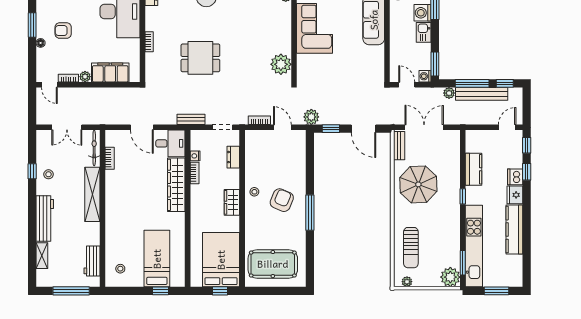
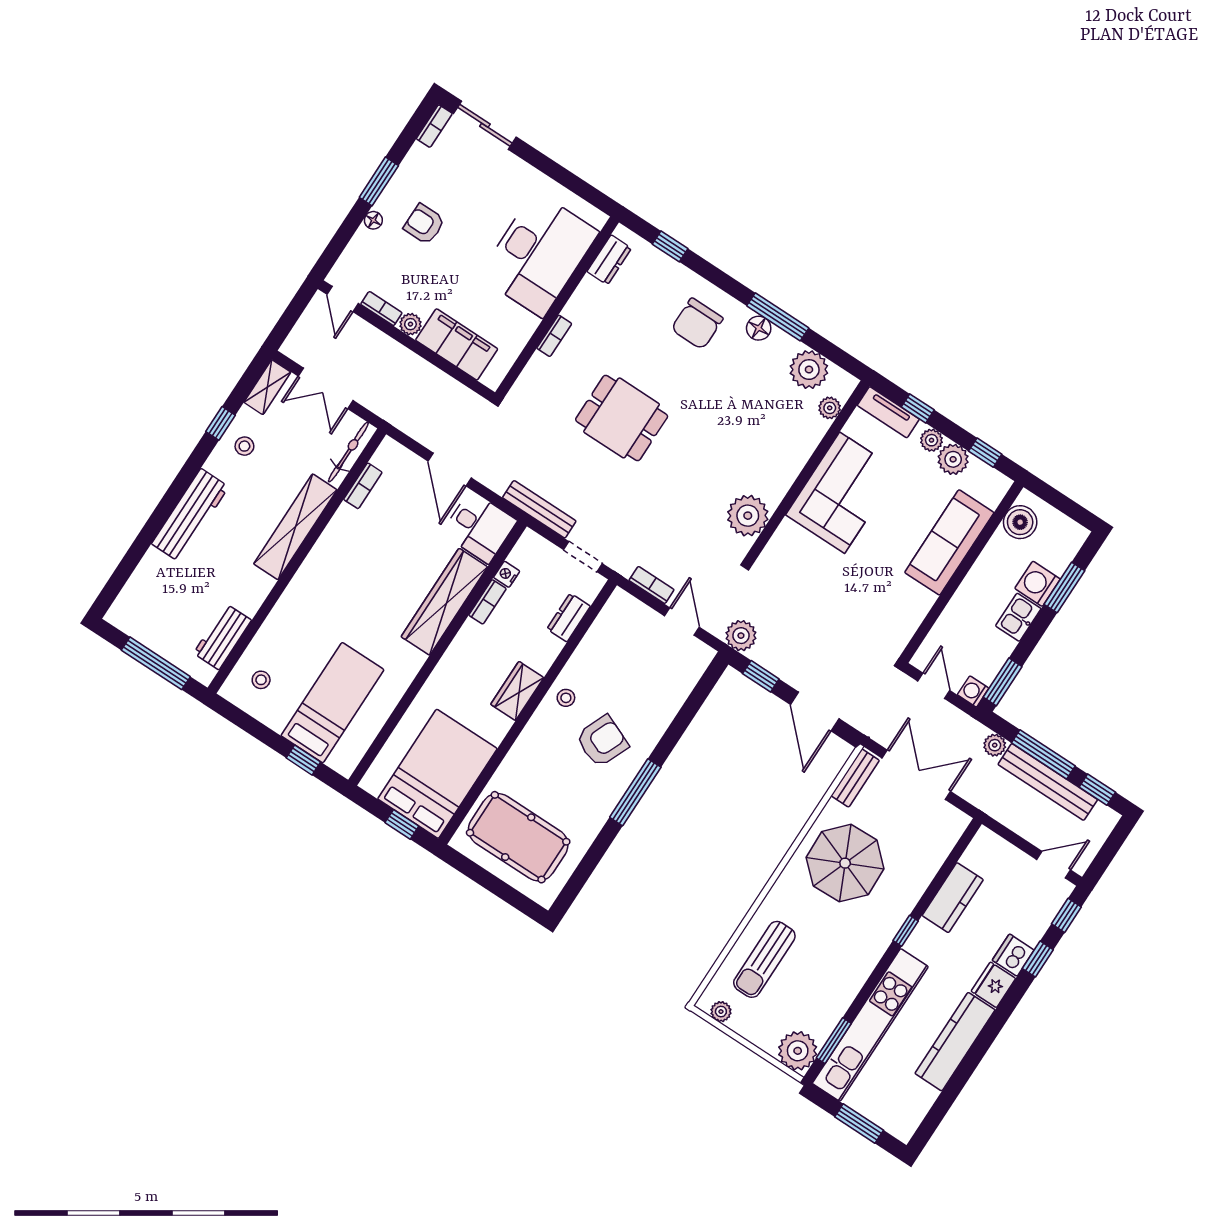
bench: (191, 119) -> (539, 509), width x1.36
shelving: (42, 256) -> (267, 387), moved

